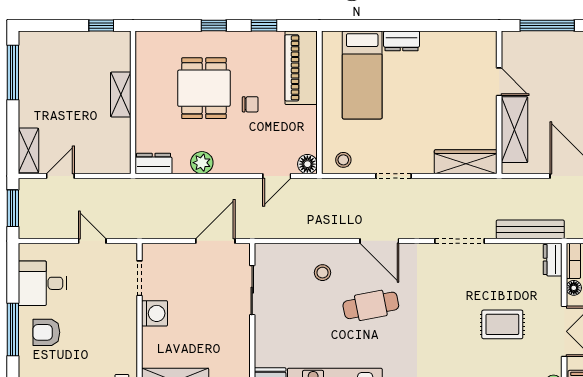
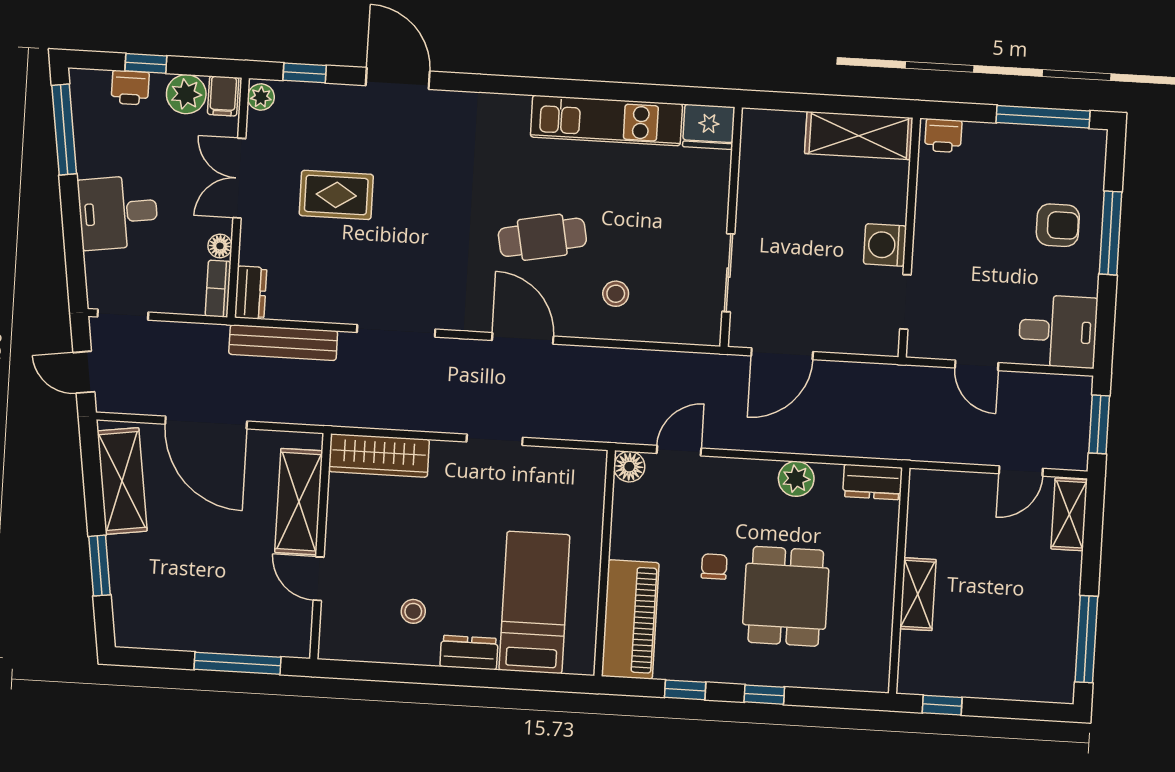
chair: (250, 104) -> (714, 566), turned 90
stool: (343, 160) -> (413, 611), moved
desk: (42, 283) -> (1058, 331), moved

